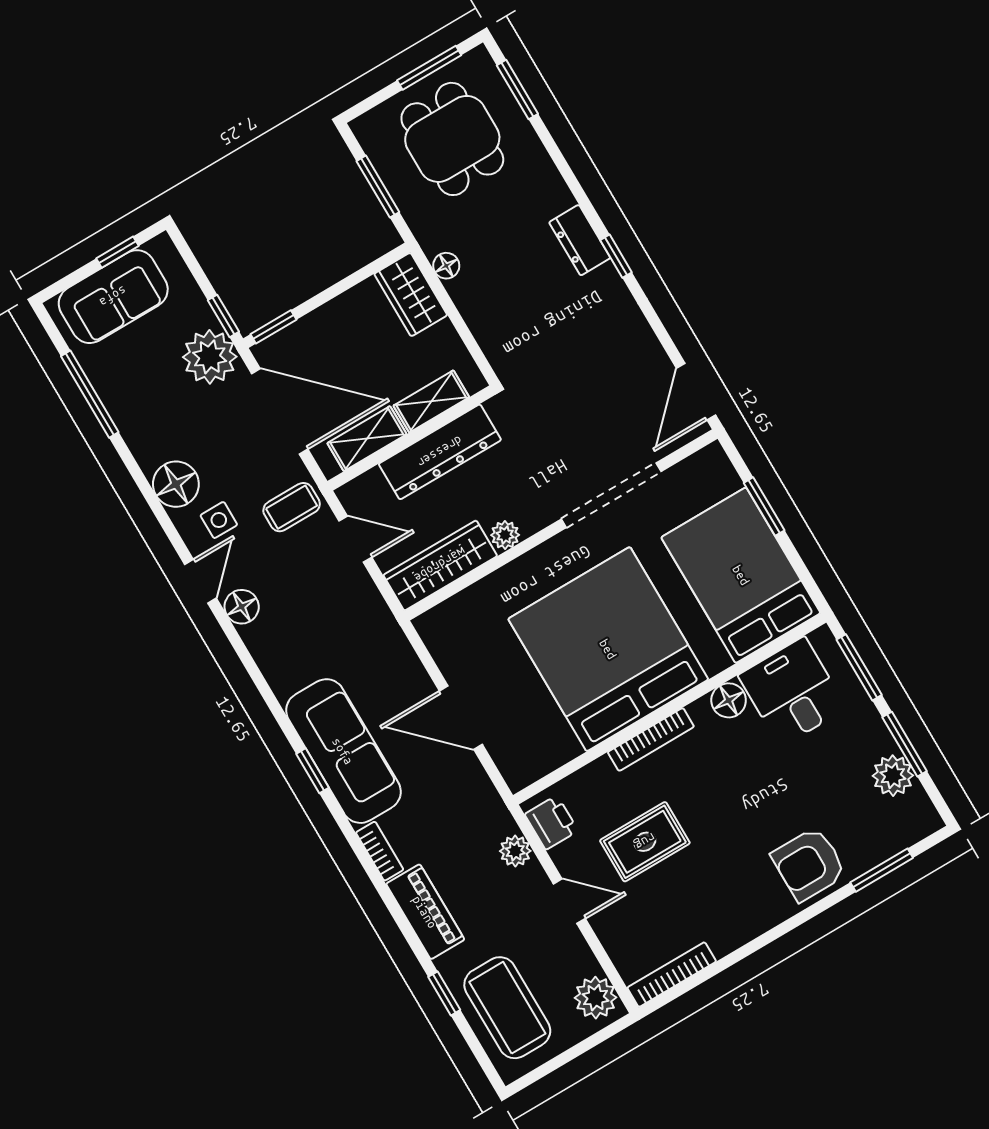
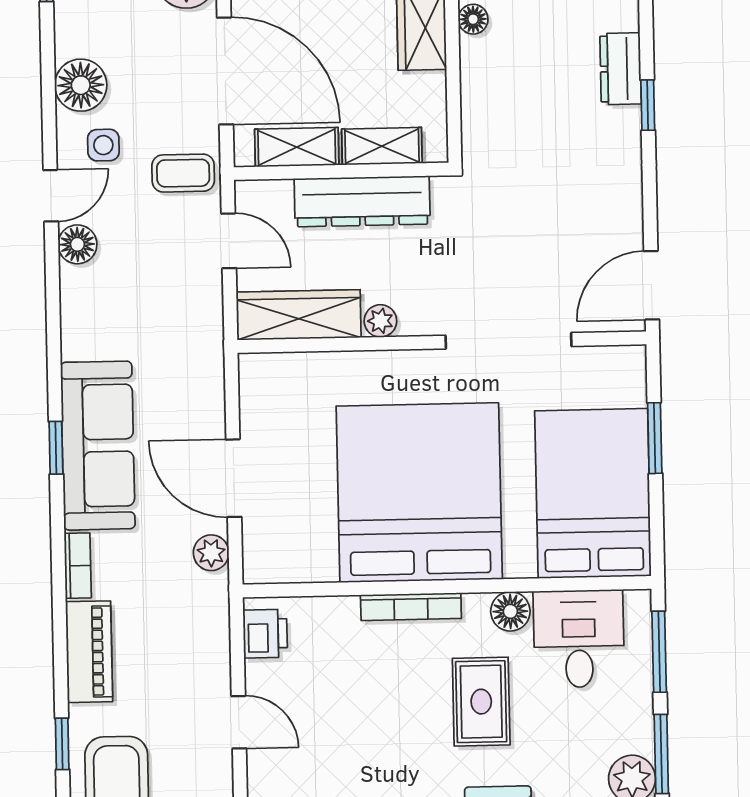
rug: (645, 842) -> (481, 702), moved, turned 90
plant: (515, 851) -> (211, 553), moved

